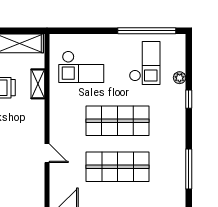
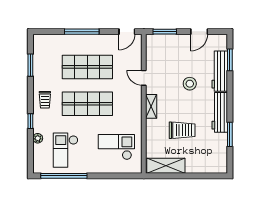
shelving: (38, 84) -> (151, 106), moved
trolley: (171, 126) -> (45, 100), added
window: (189, 169) -> (30, 65), width x0.69

